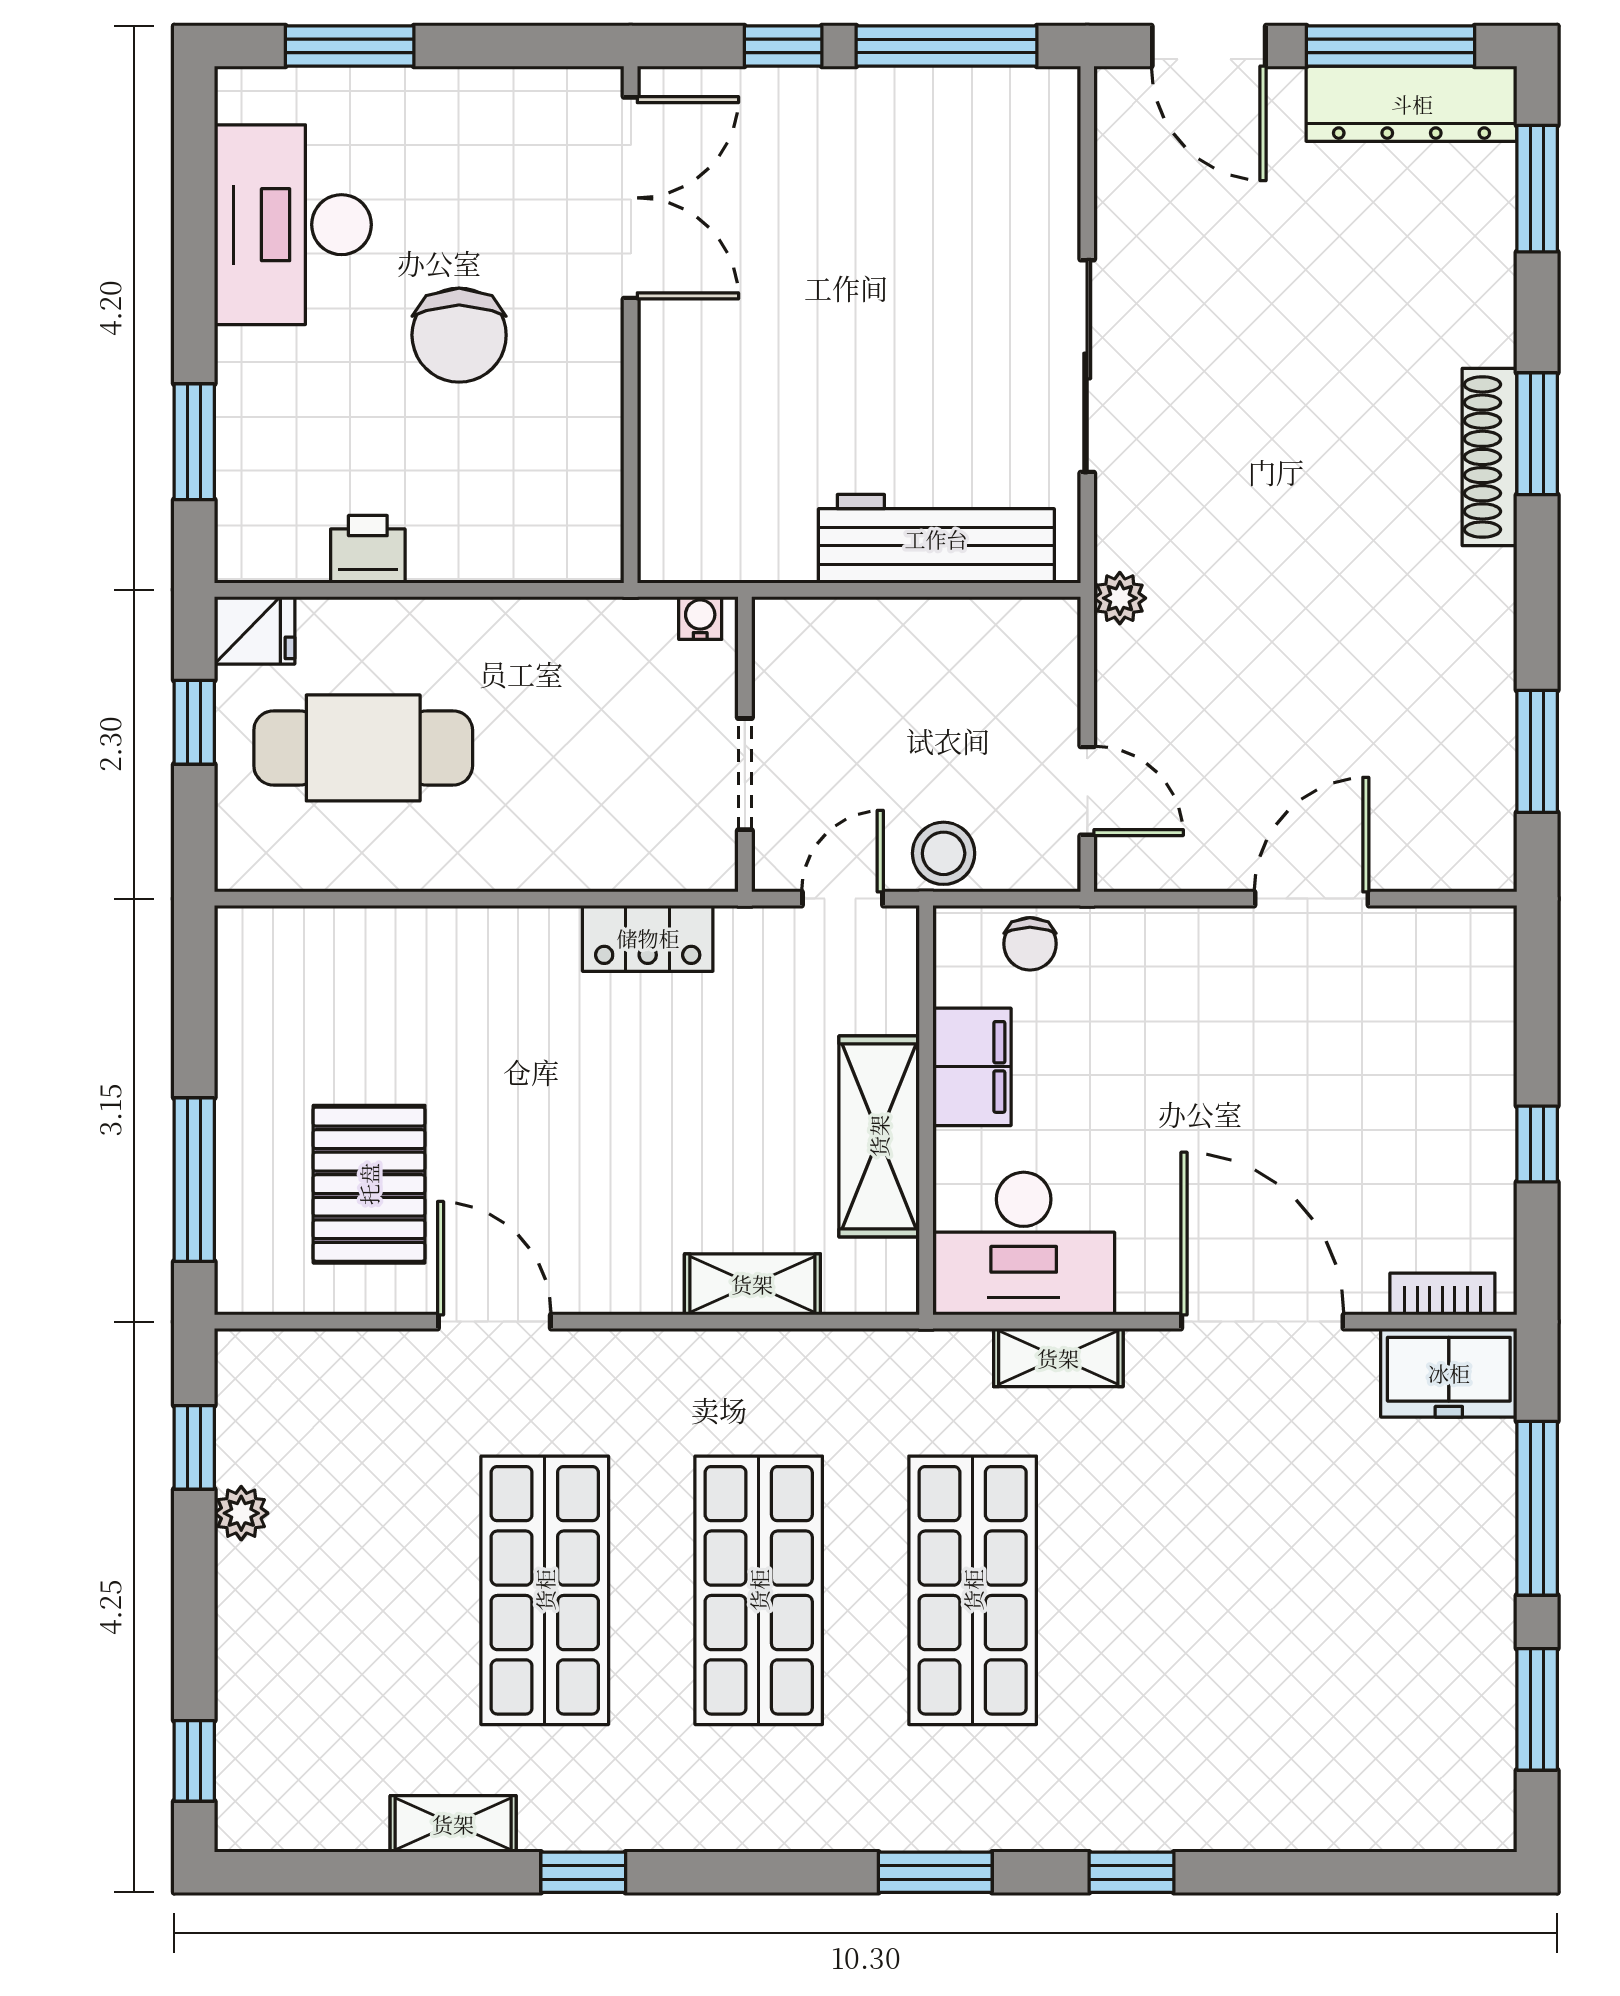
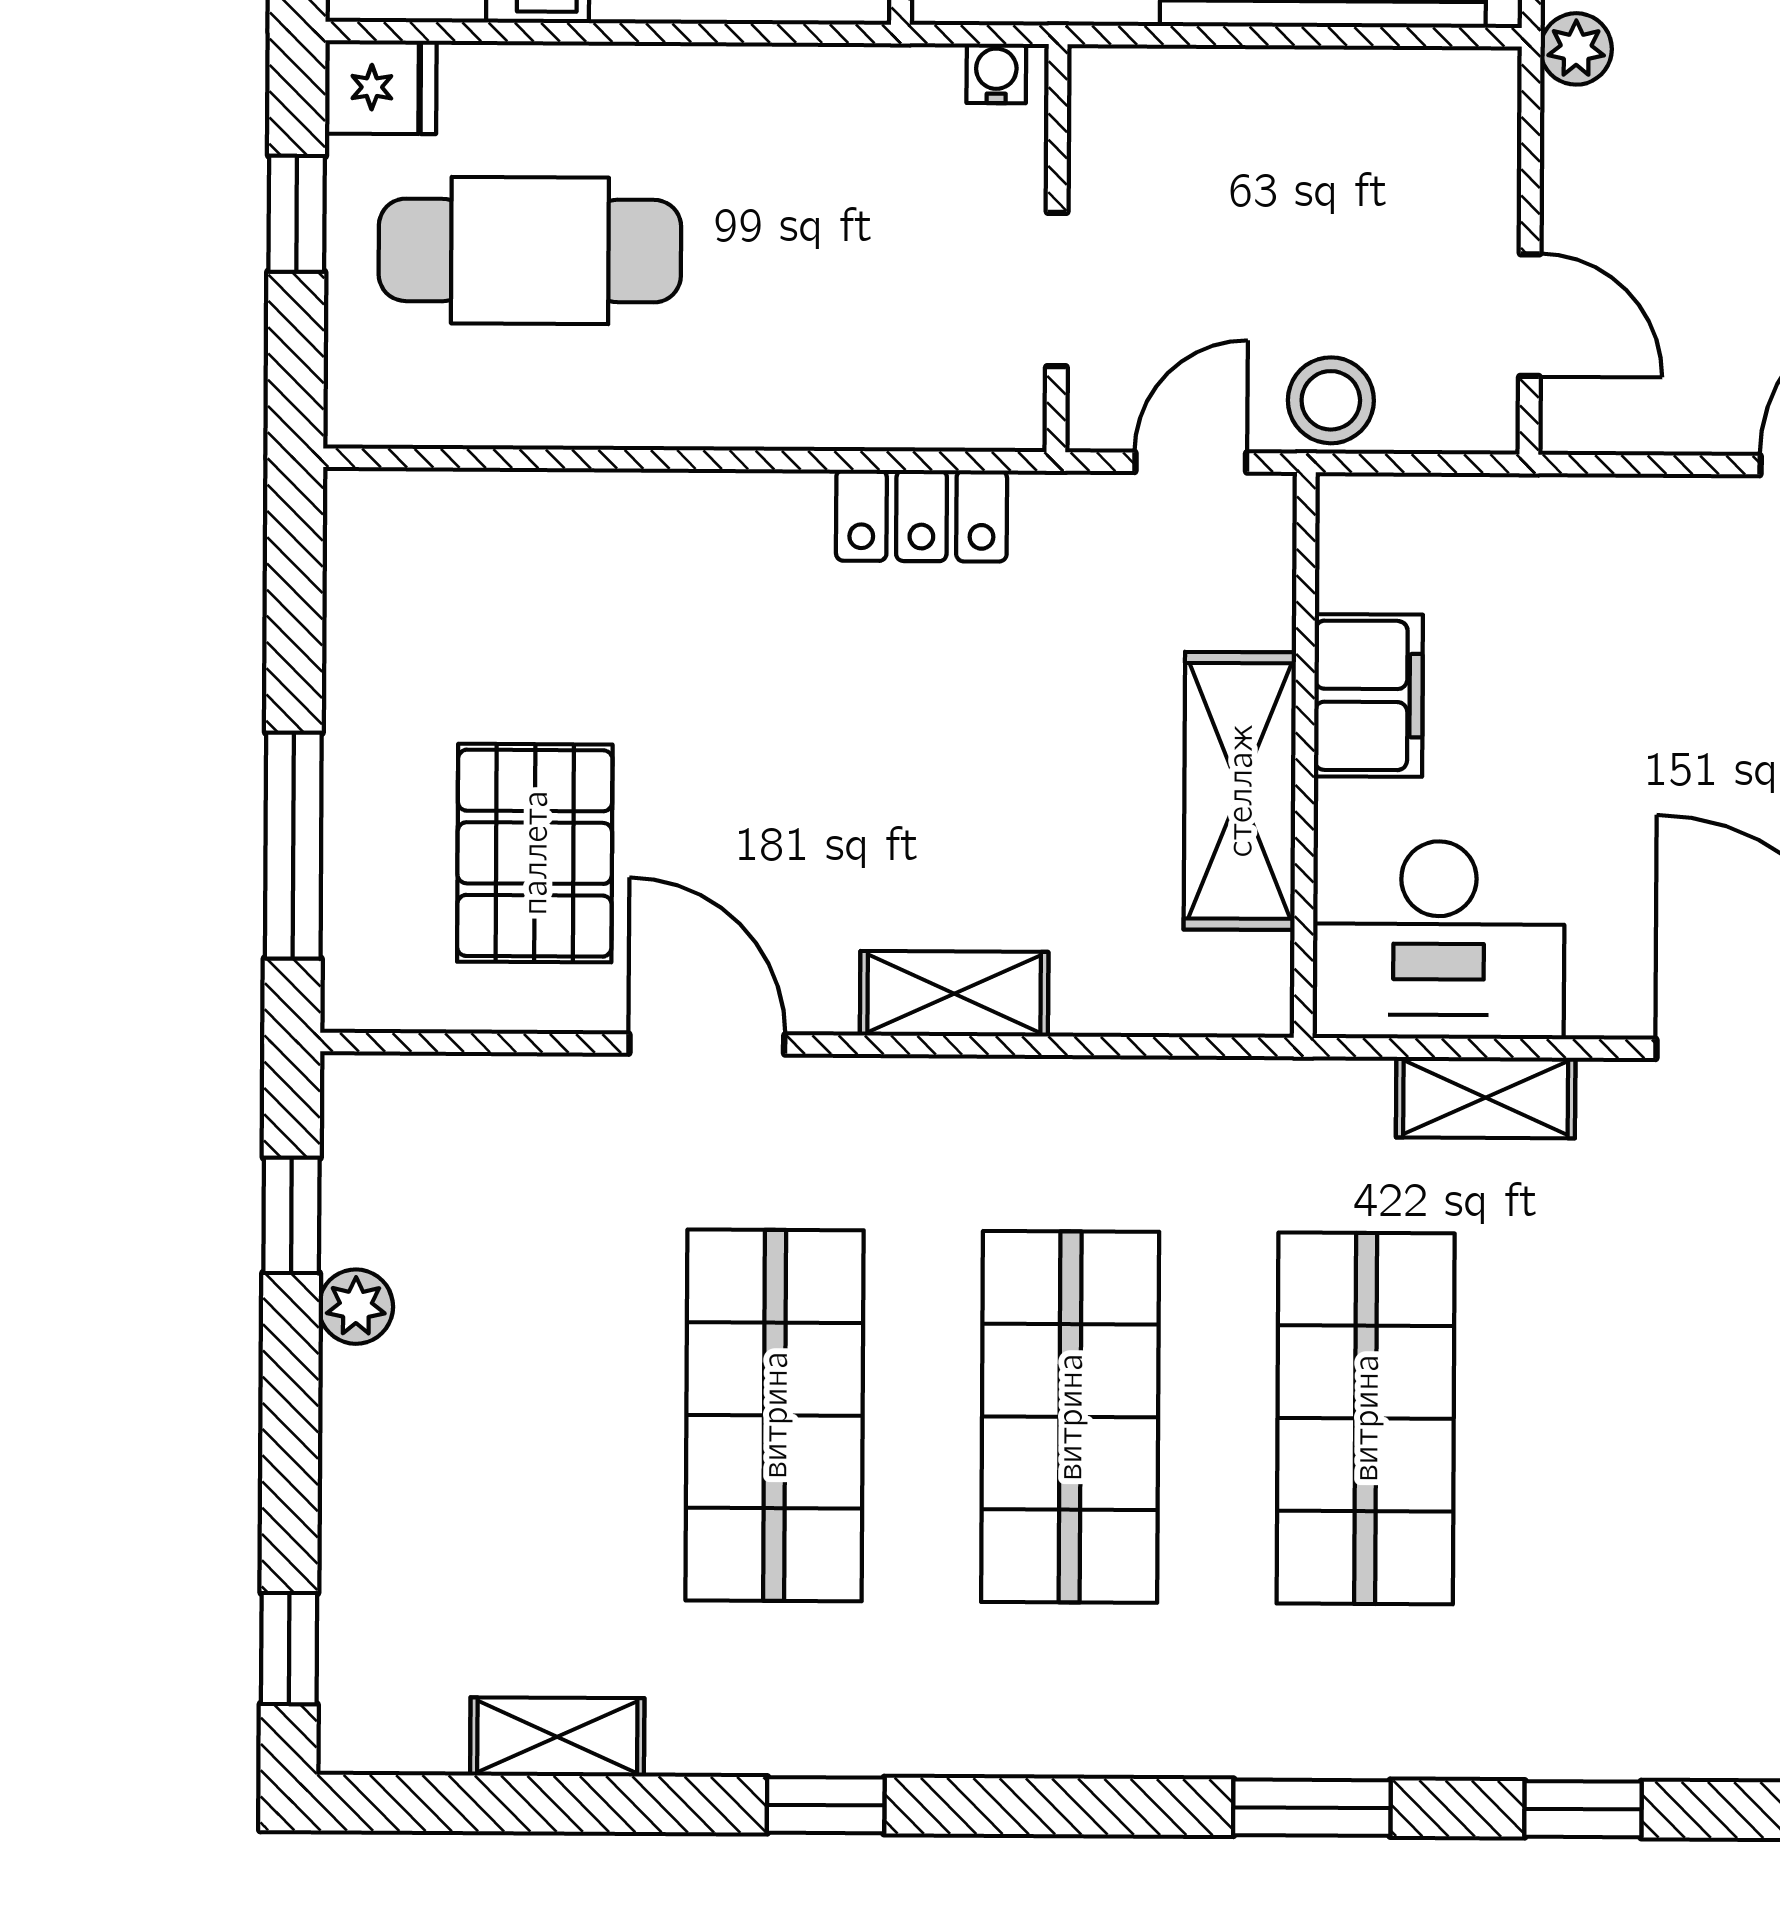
chair: (1030, 944) -> (1450, 526), removed
shelving: (752, 1284) -> (954, 994), moved
shelving: (453, 1824) -> (557, 1737), moved

